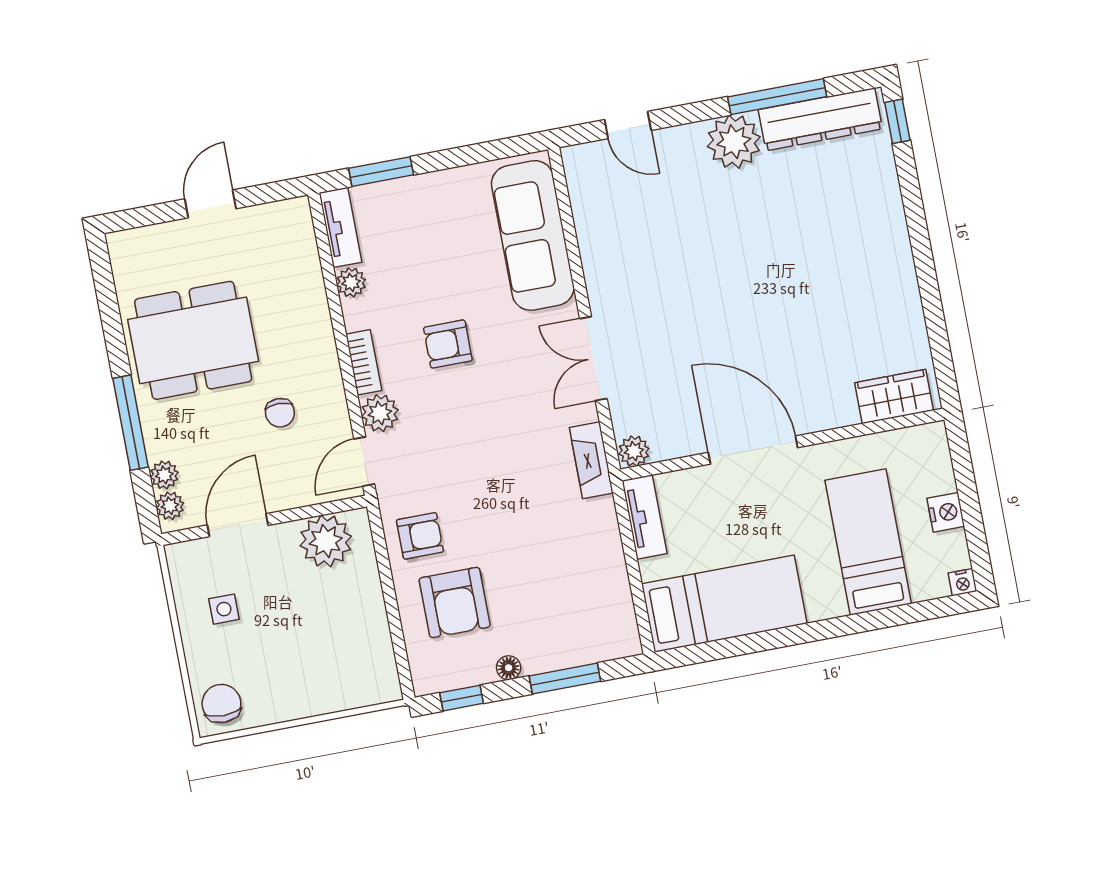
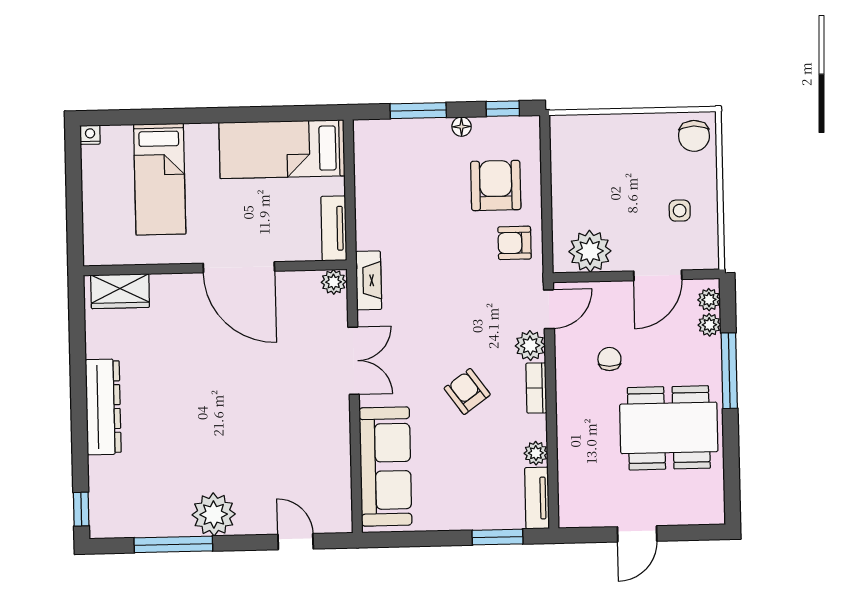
dresser: (820, 119) -> (103, 407), moved, turned 90
armchair: (448, 344) -> (467, 391), turned -126
nightstand: (946, 512) -> (94, 193), removed

